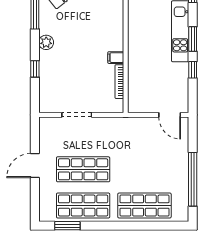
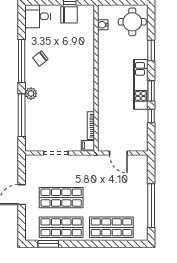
filing cabinet: (116, 58) -> (88, 145), moved
window: (35, 69) -> (22, 115), width x3.17
door: (170, 115) -> (118, 153), moved

